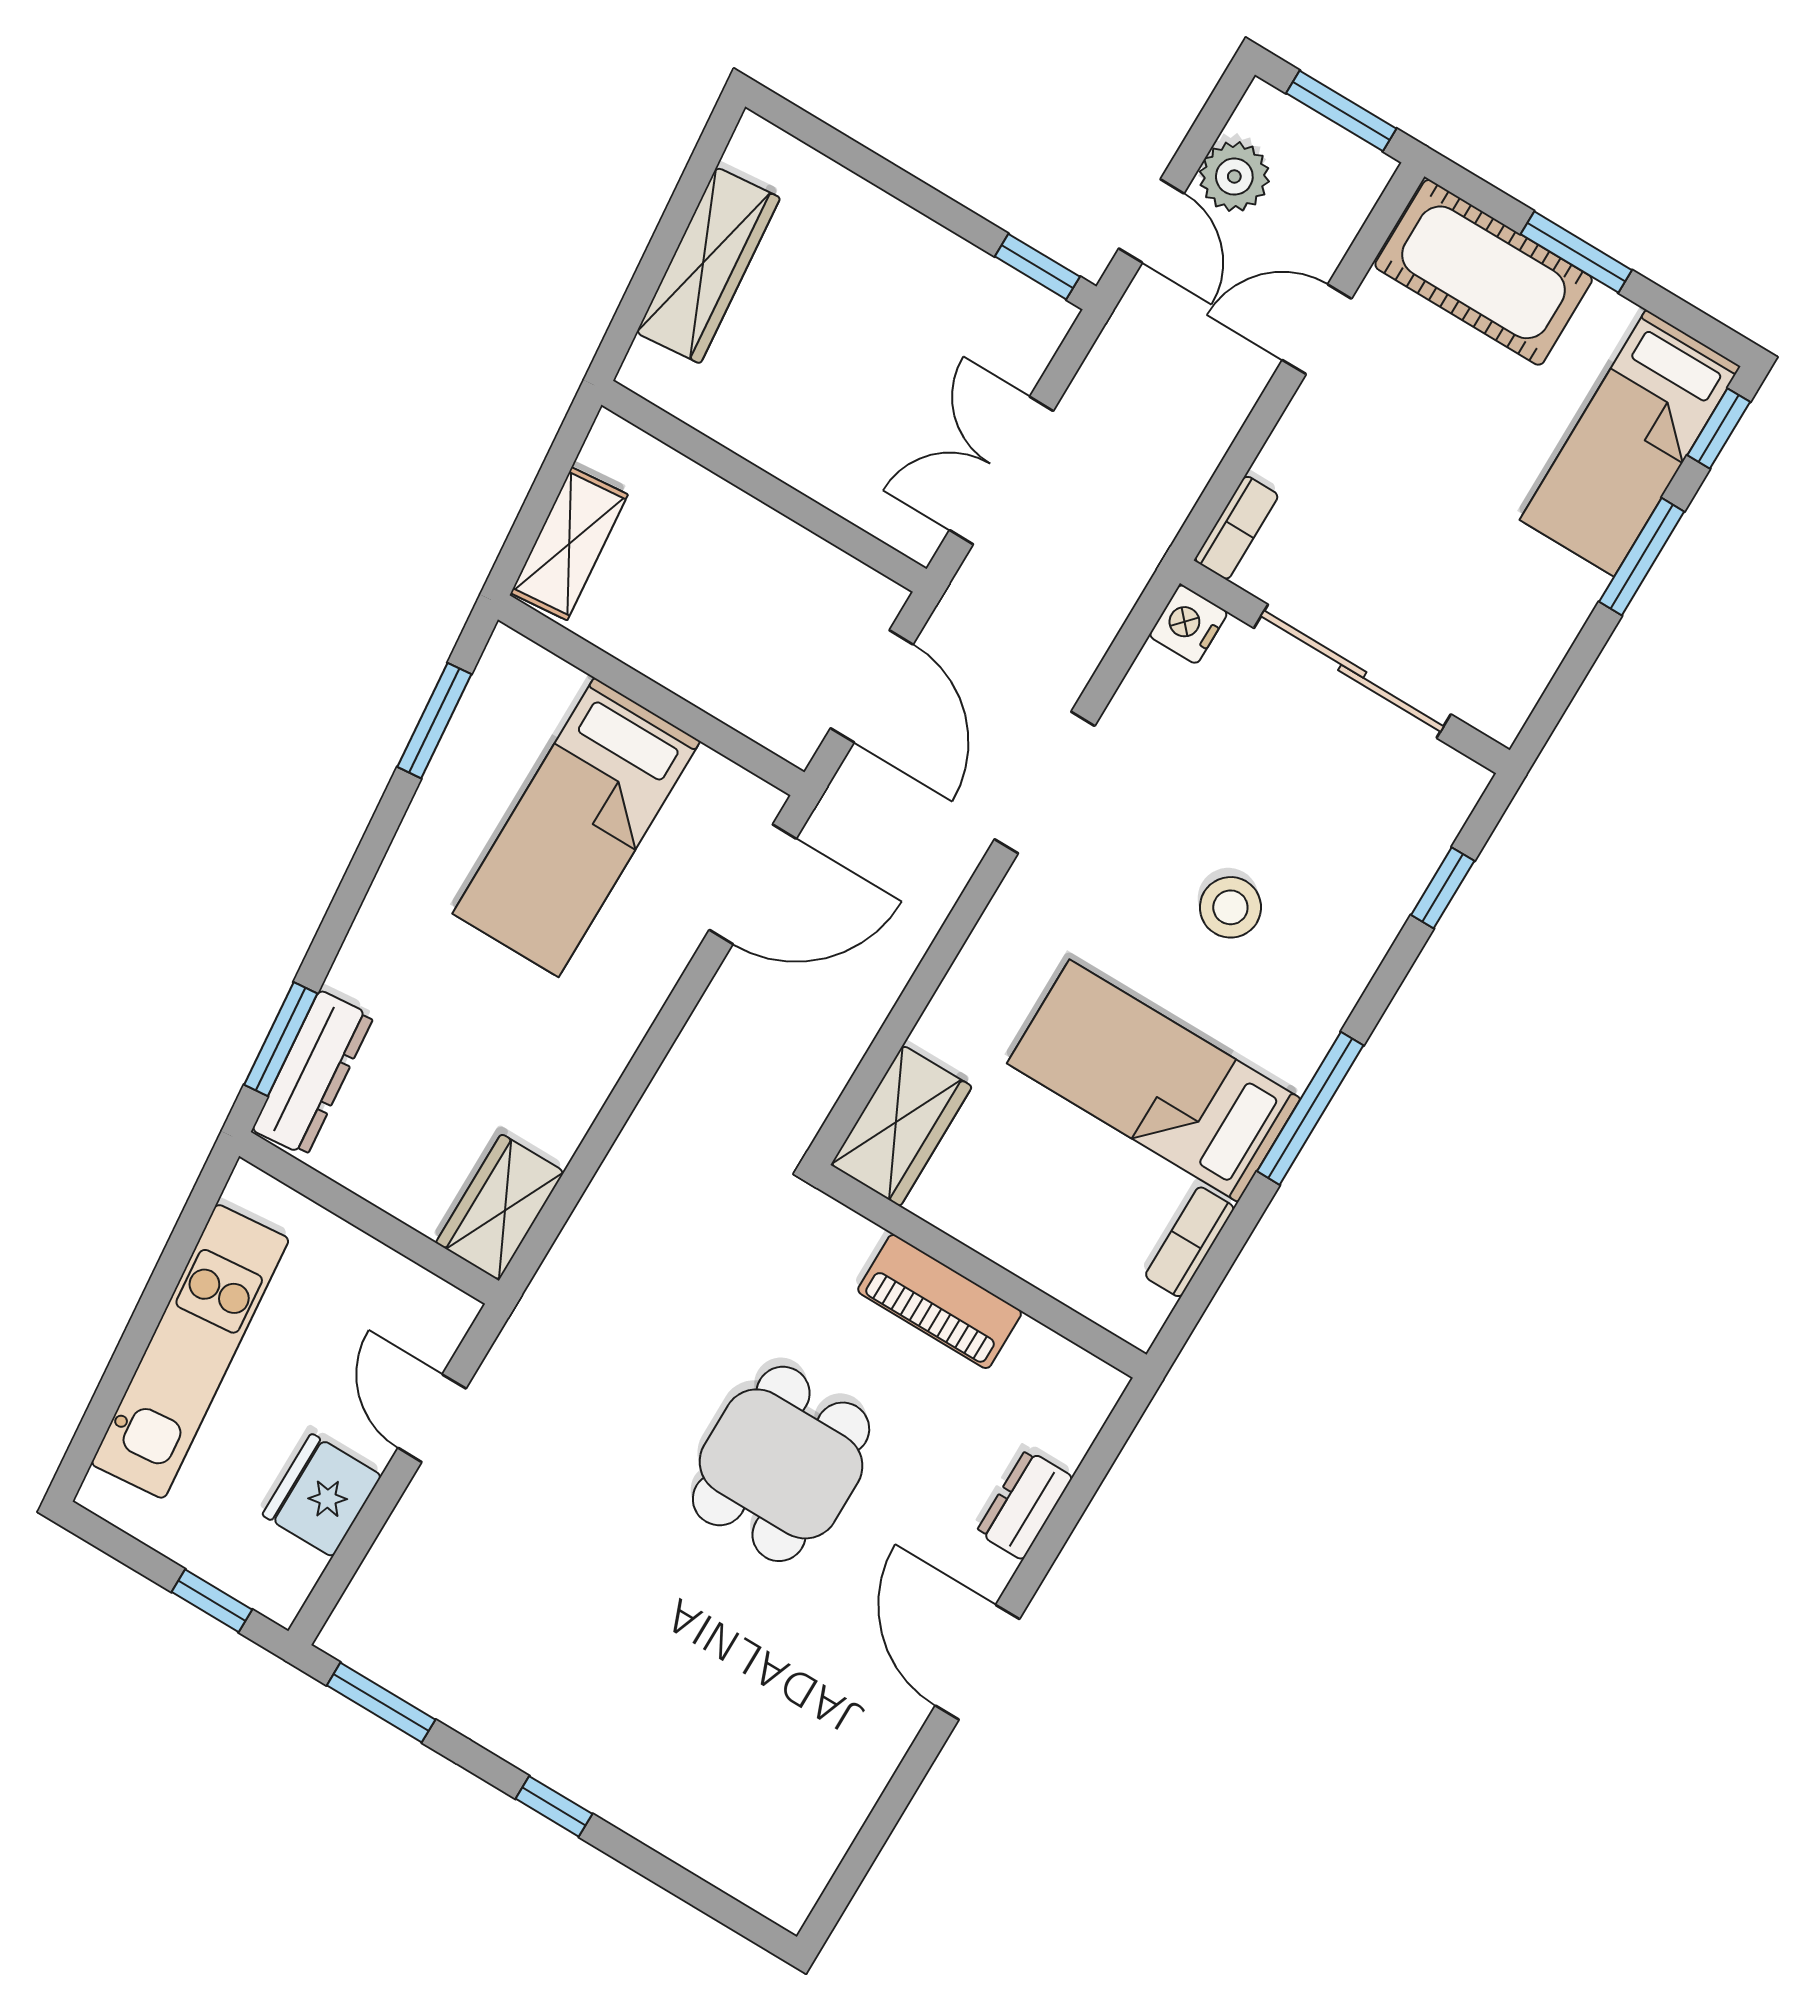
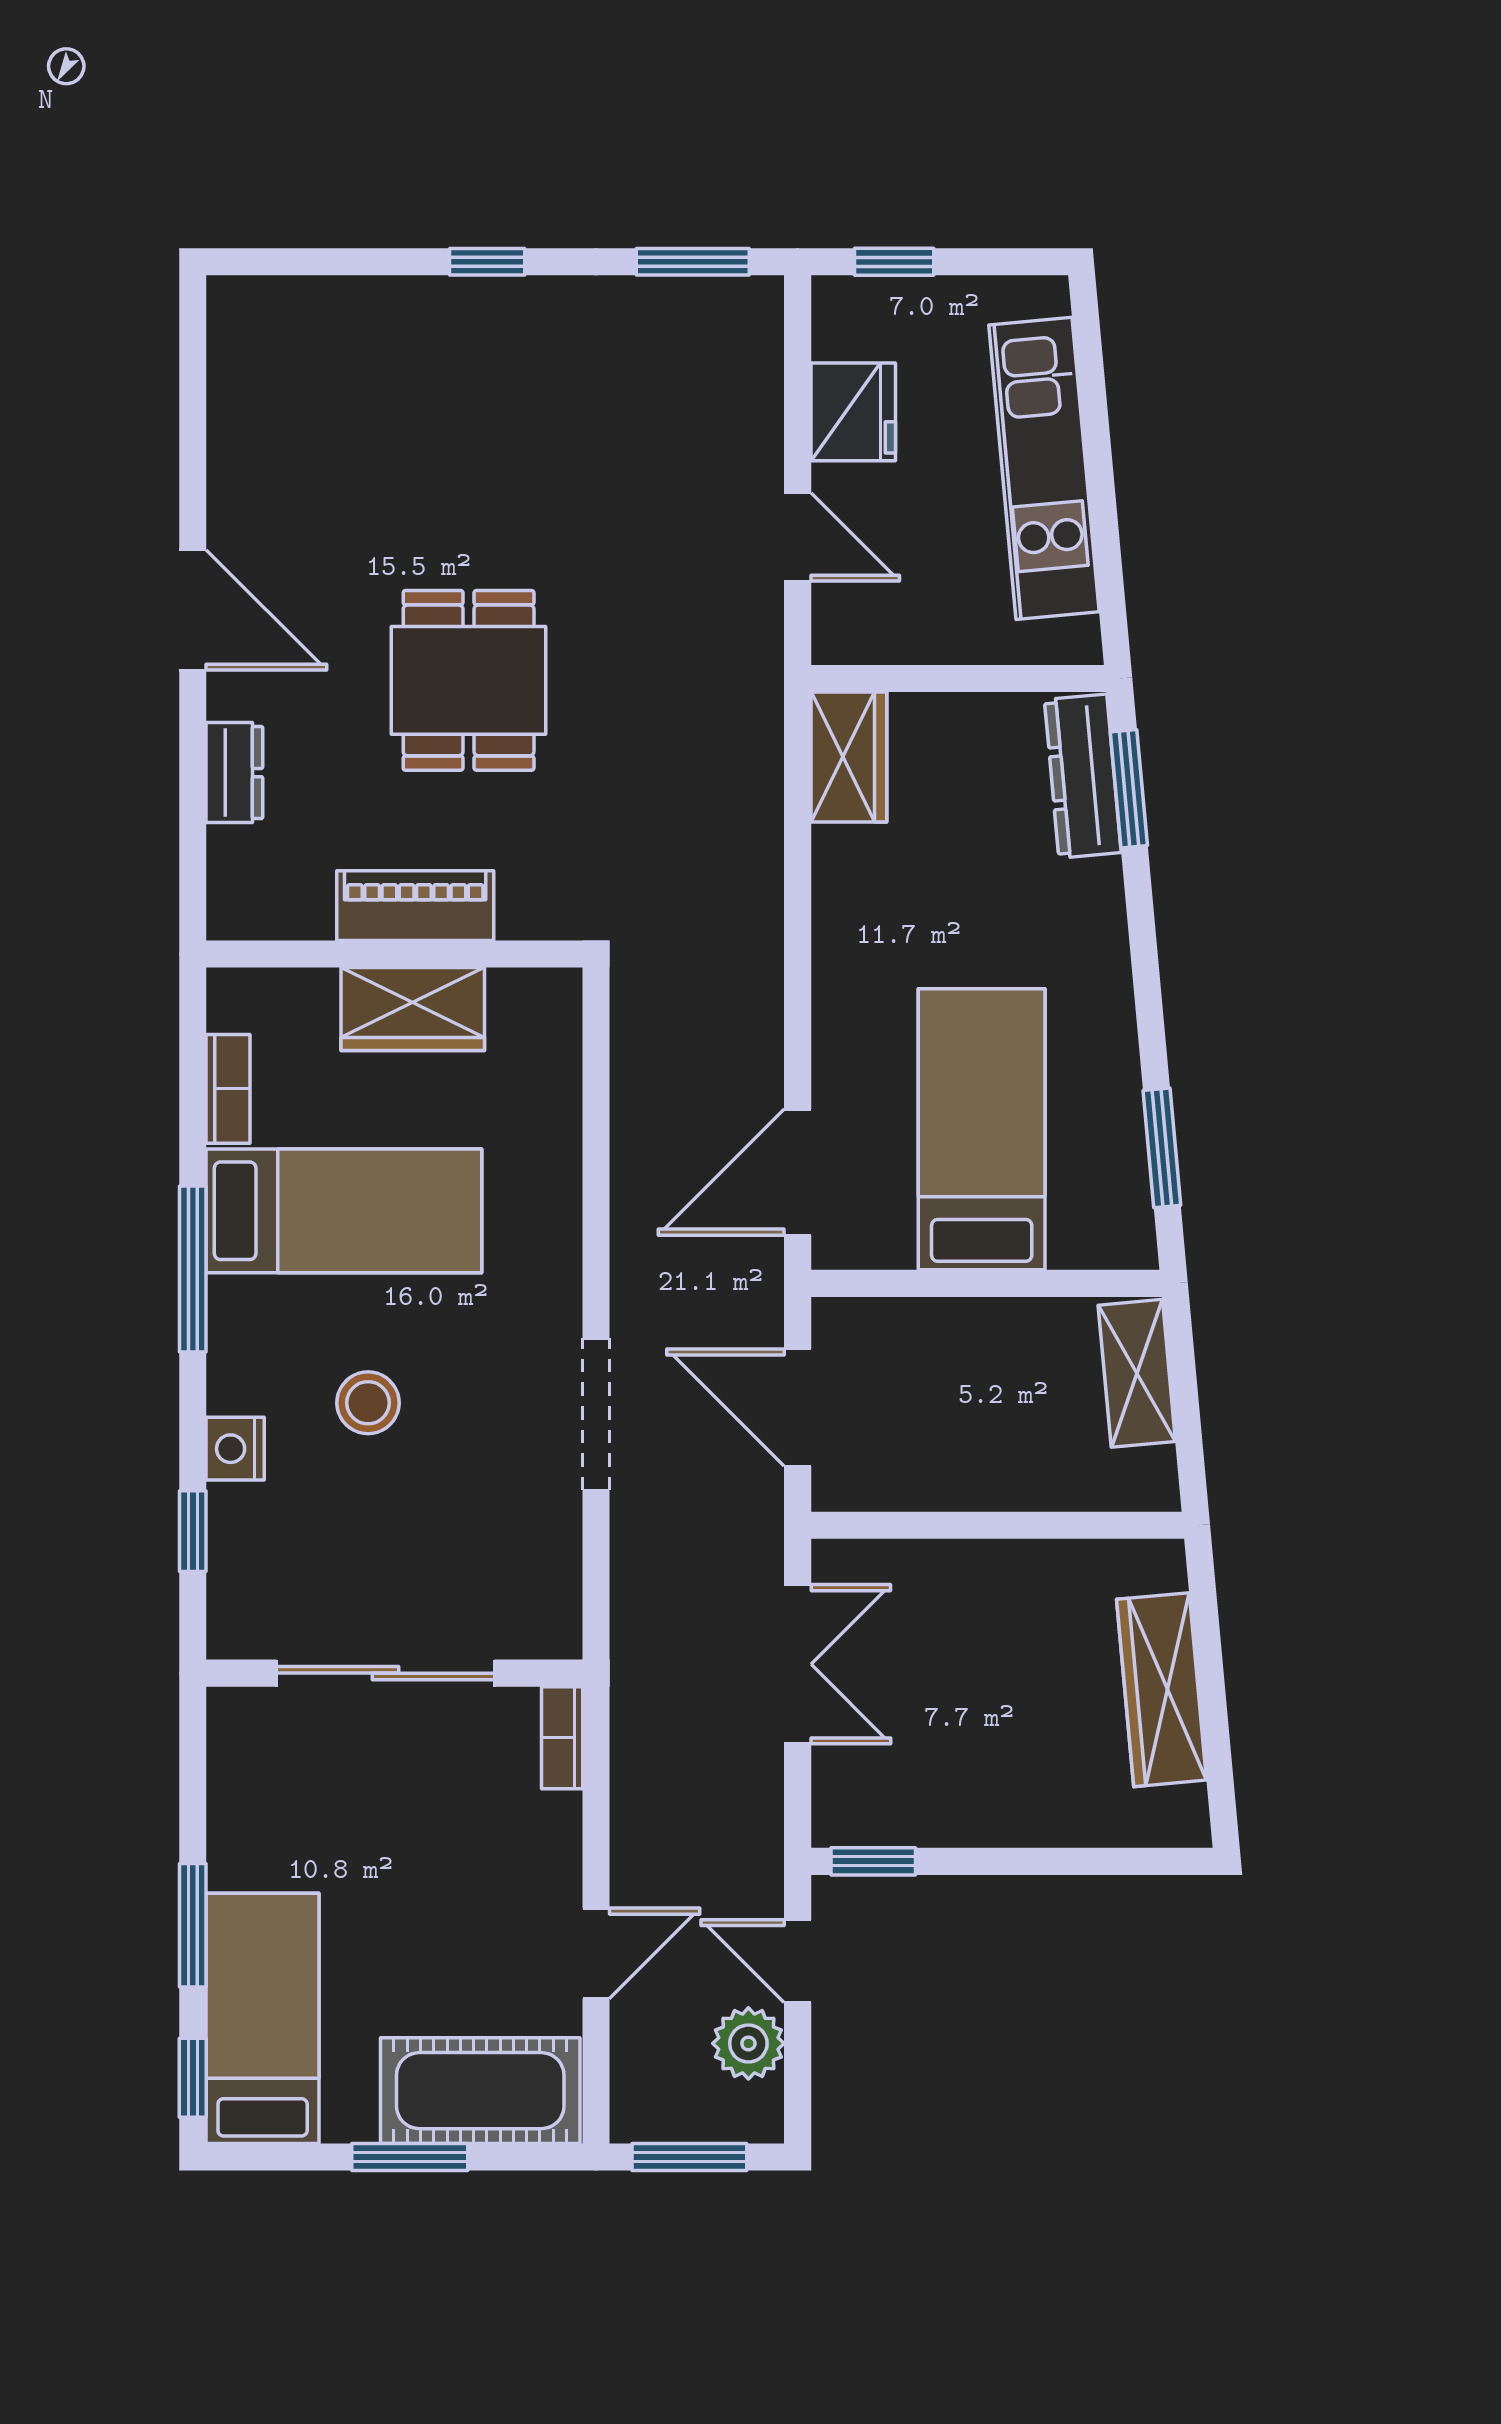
nightstand: (1188, 624) -> (235, 1449), moved, turned 180
wardrobe: (901, 1126) -> (413, 1009), moved, turned -90

